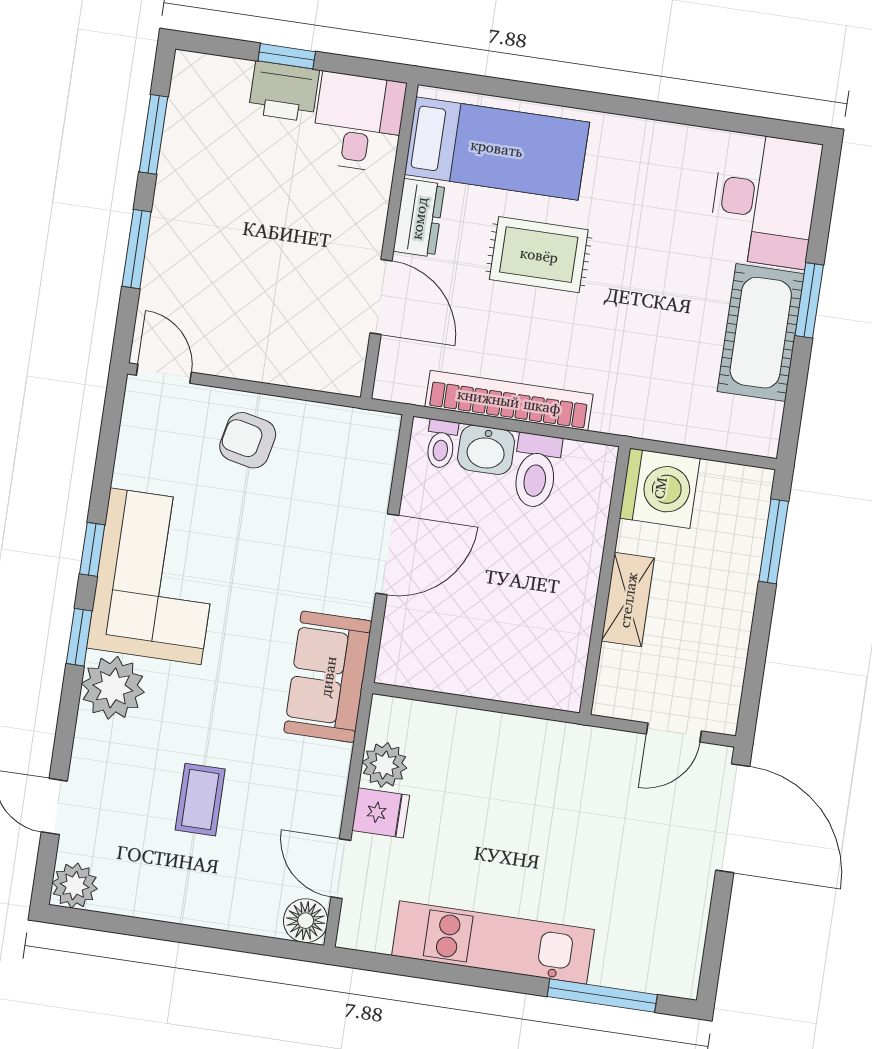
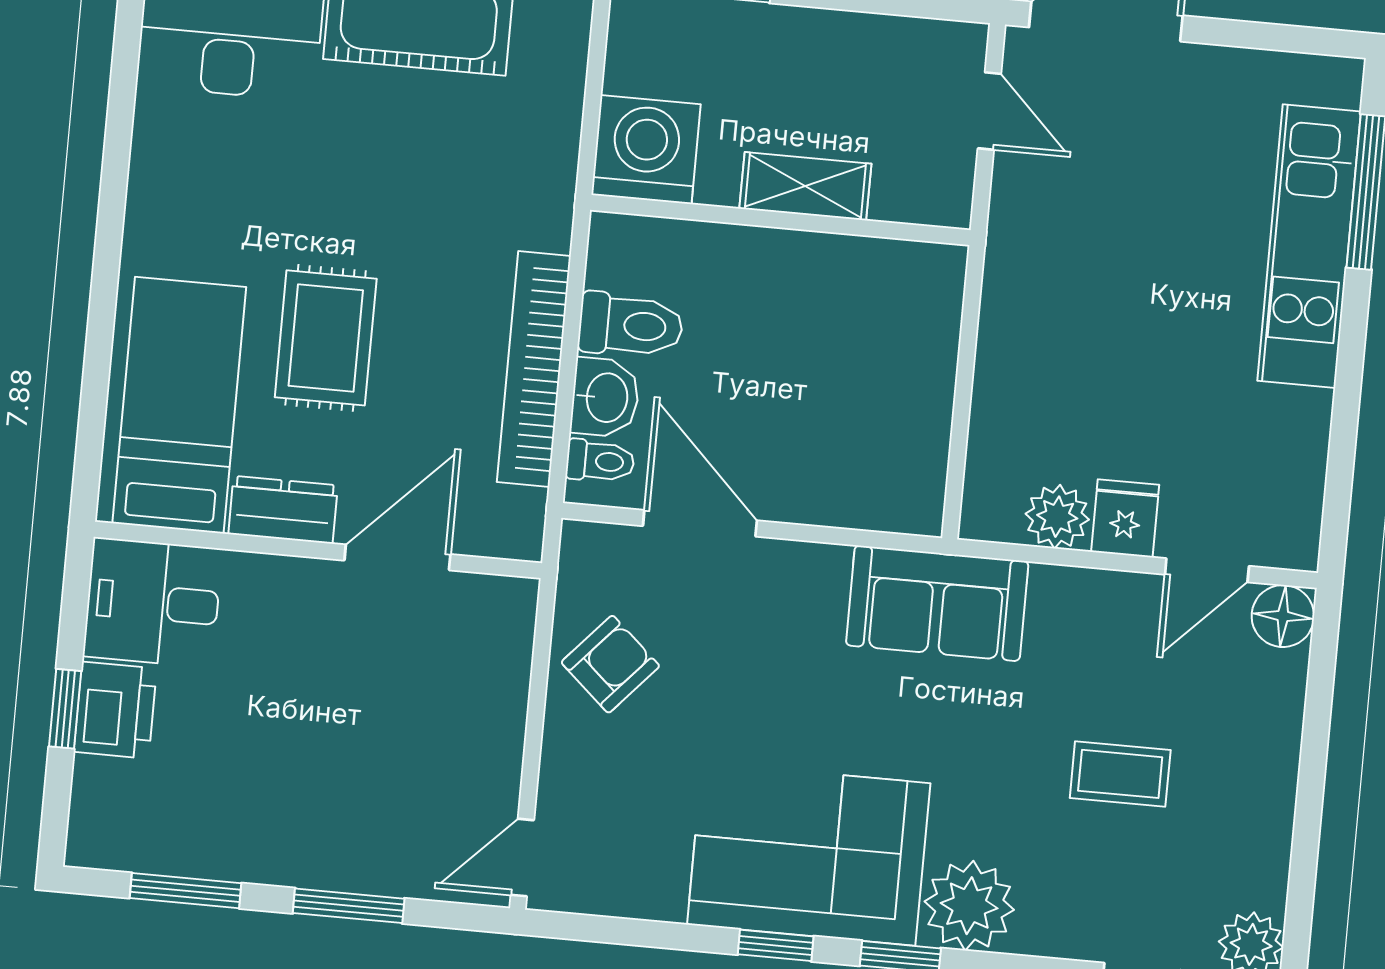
armchair: (248, 440) -> (610, 664), moved, turned -150
door: (387, 554) -> (700, 523), moved
kitchen unit: (493, 943) -> (1309, 246), moved

